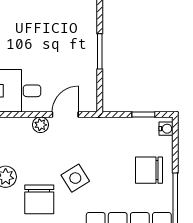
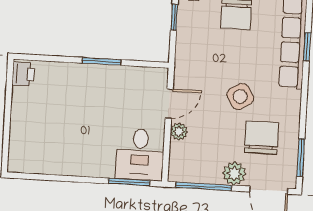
door: (65, 114) -> (169, 104), swing flipped
chair: (39, 199) -> (261, 138), turned -90

